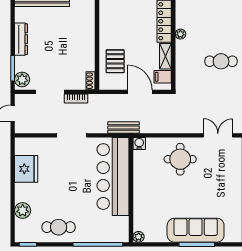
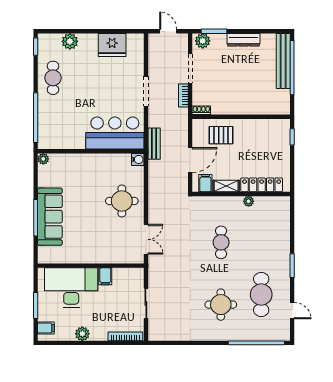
bar counter: (113, 177) -> (115, 133), width x0.73

